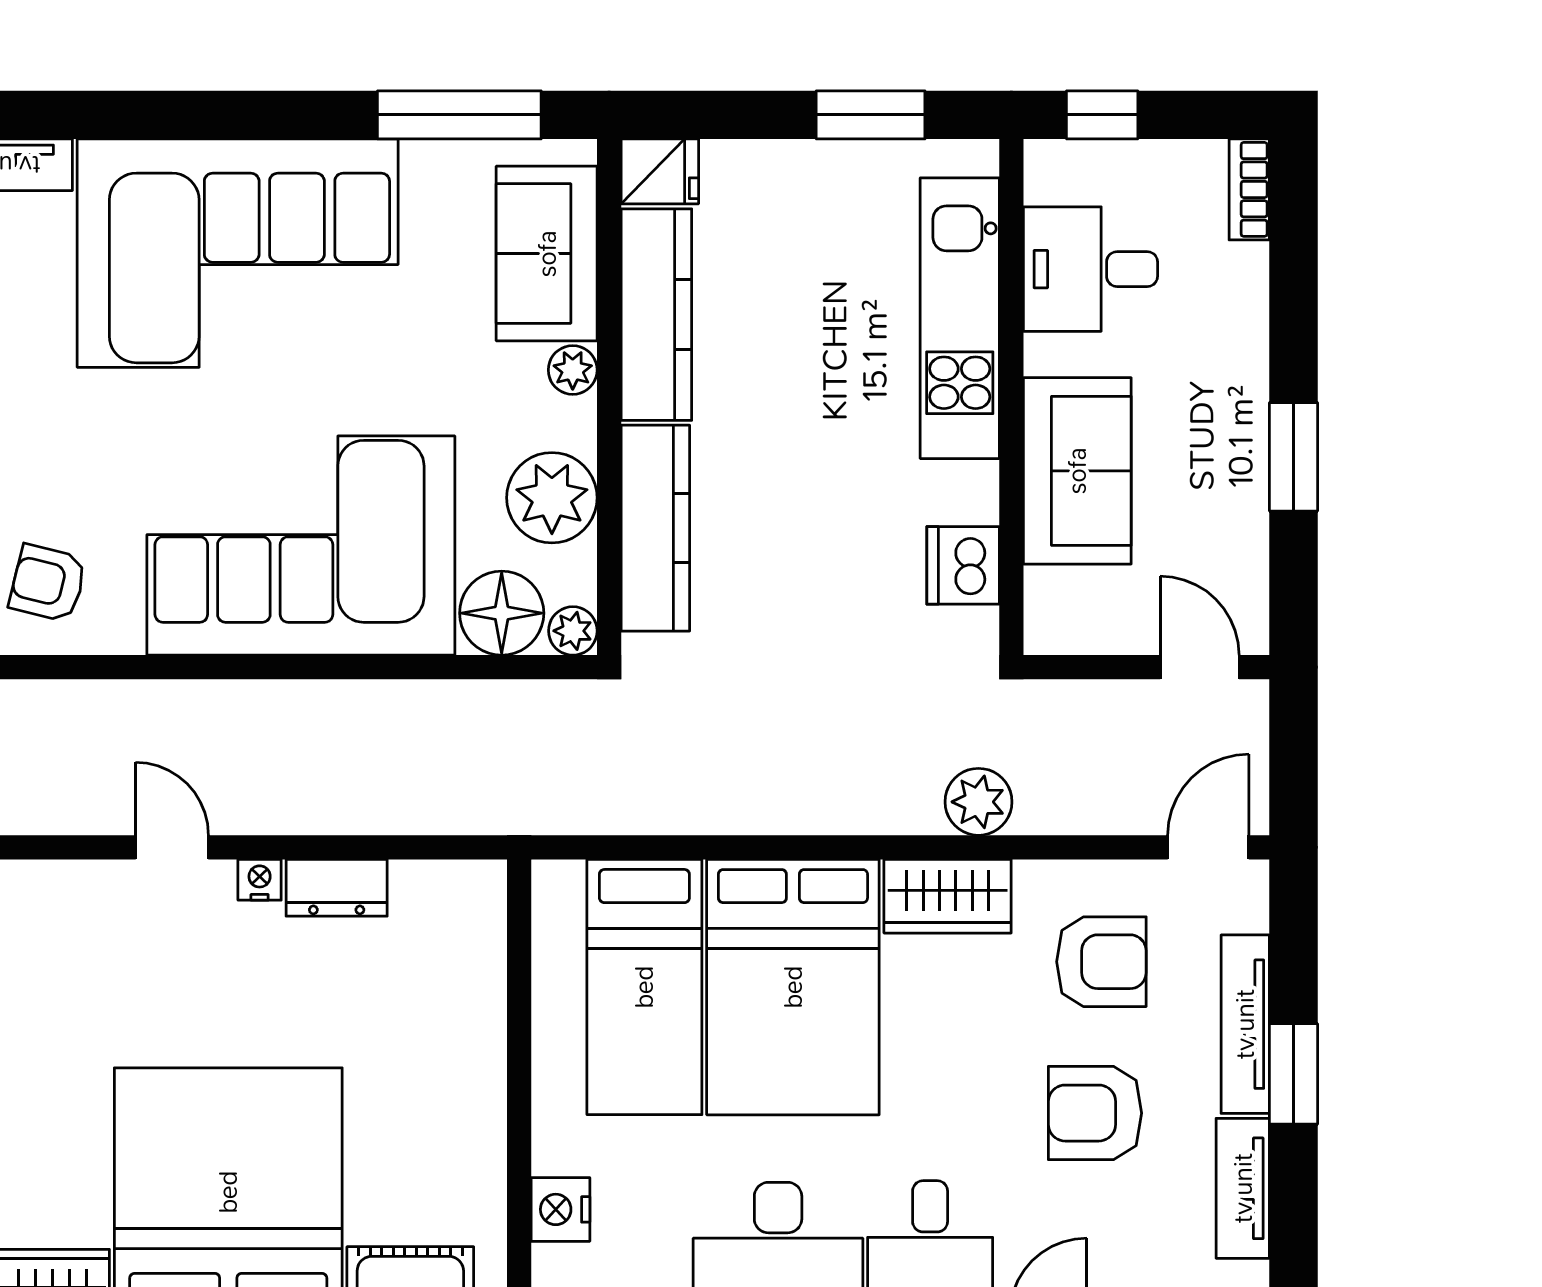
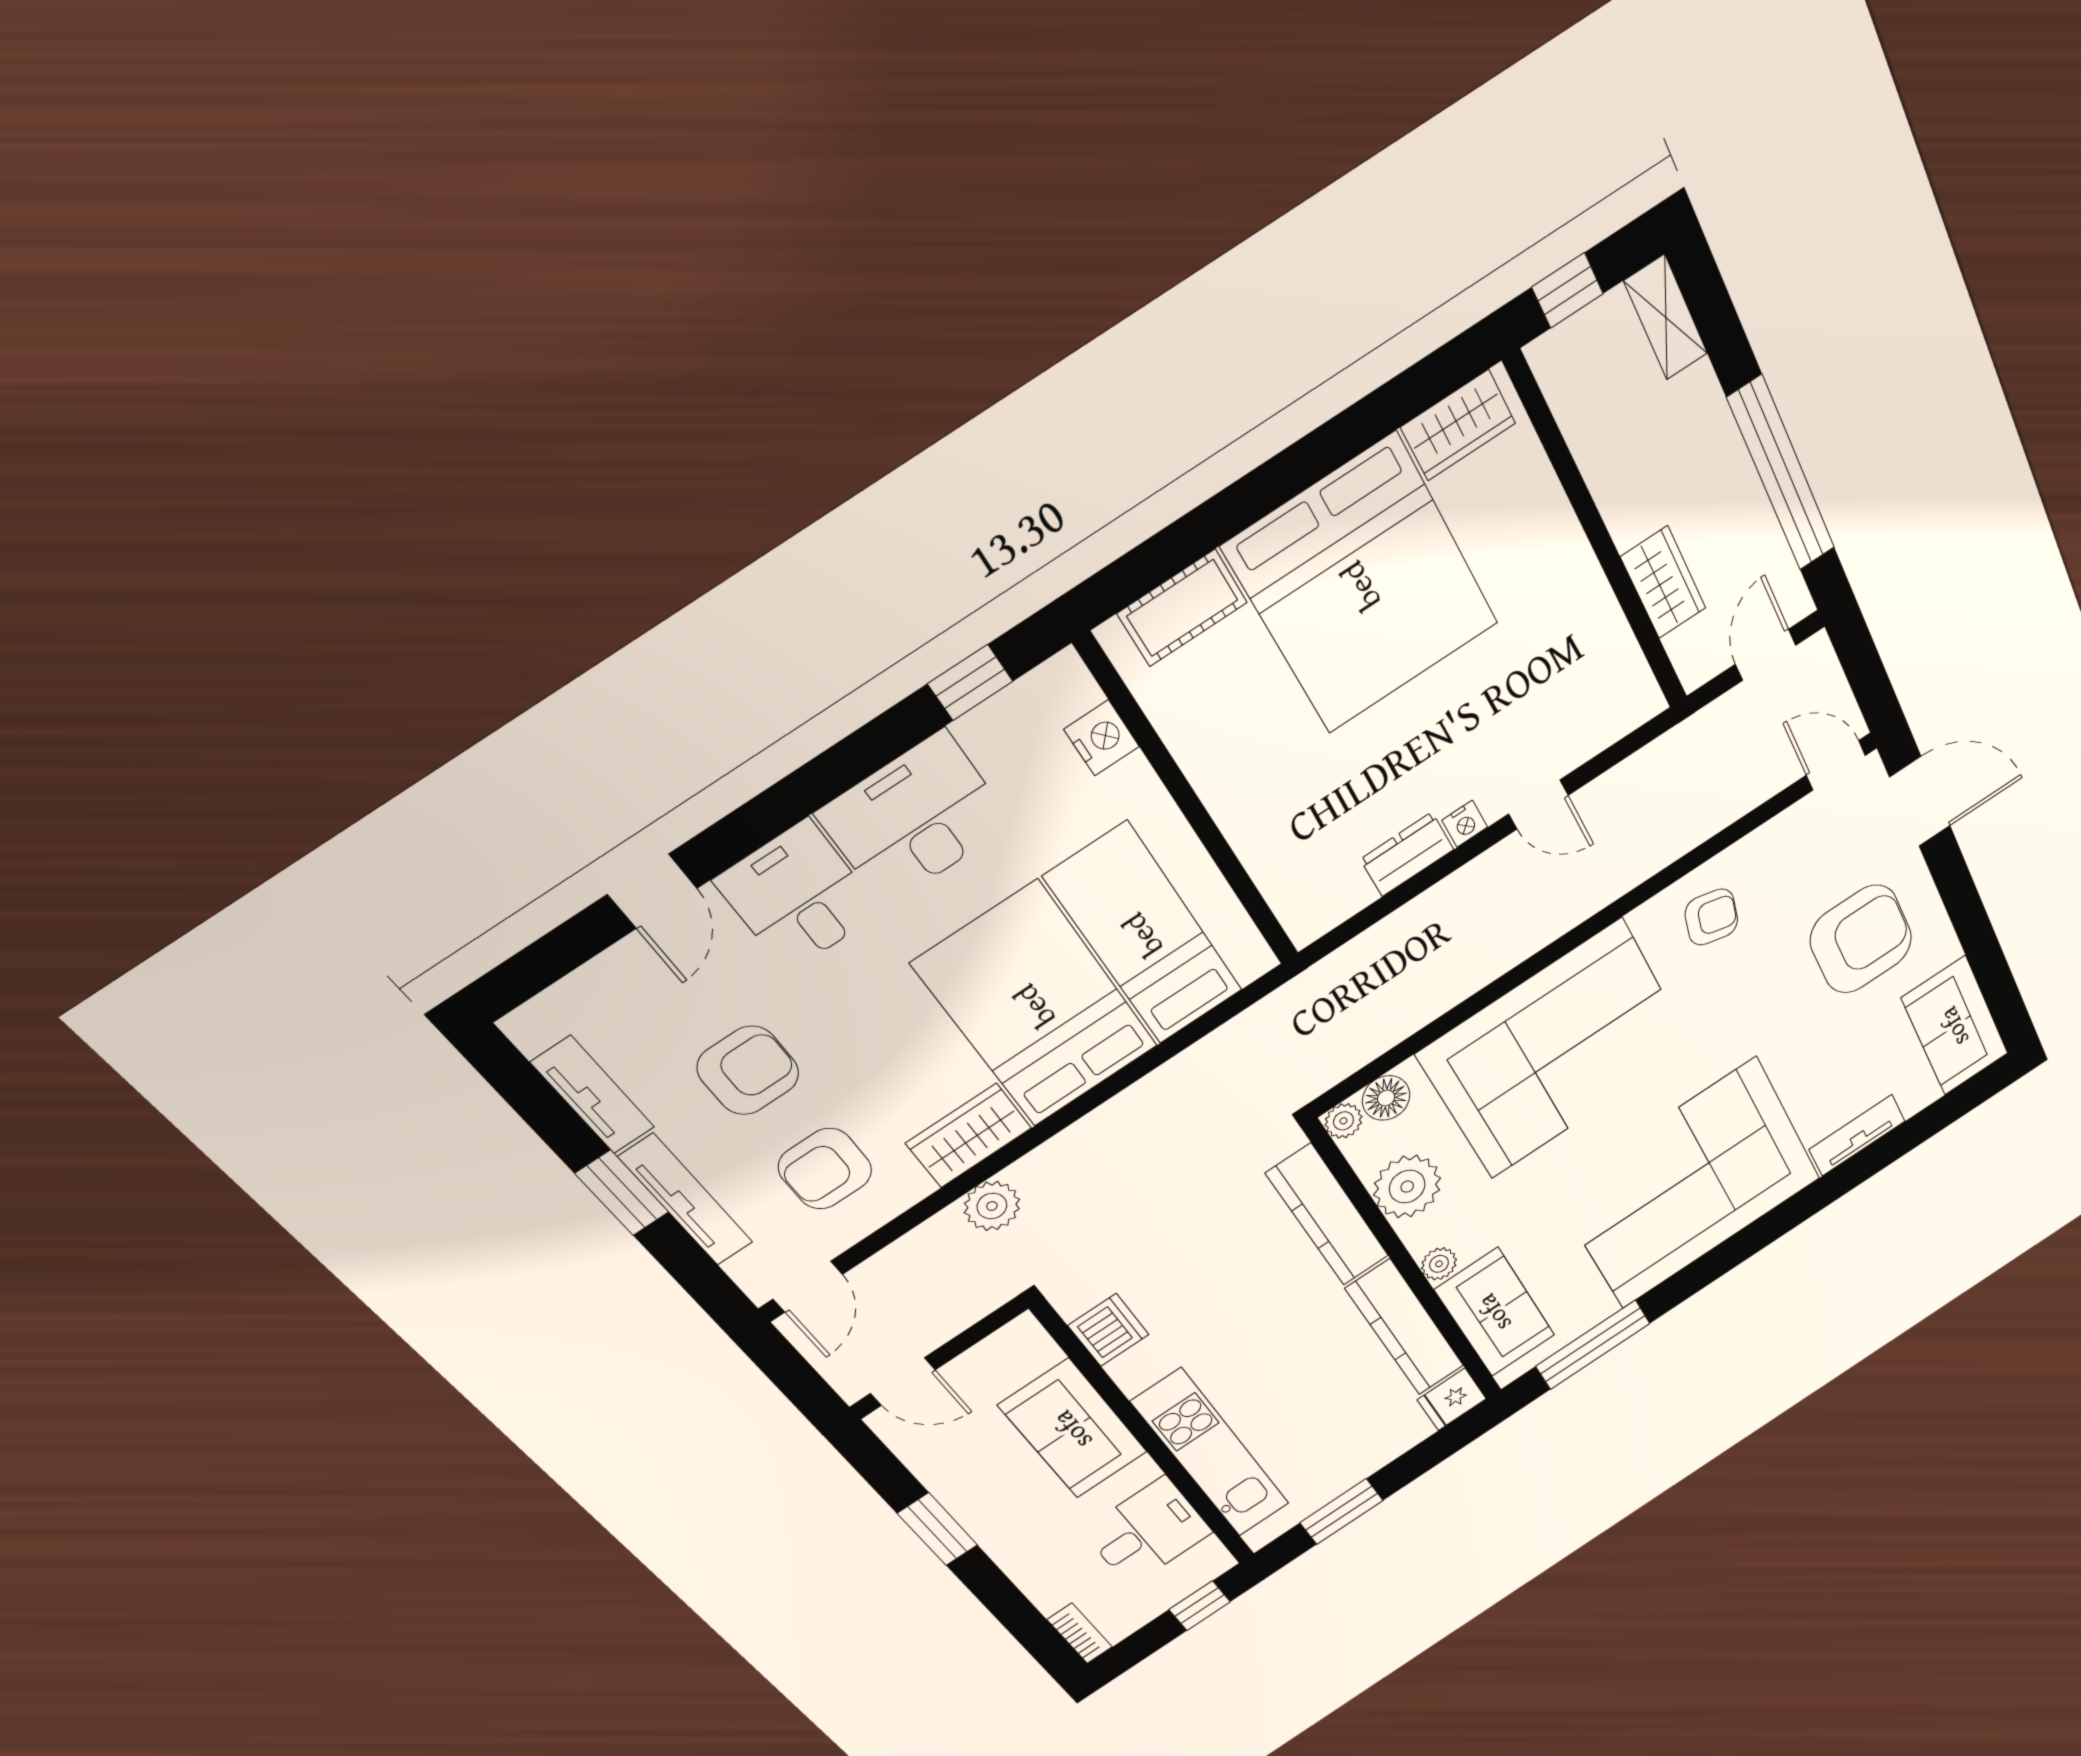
floor lamp: (502, 613) -> (1386, 1098), width x0.73, depth x0.73

